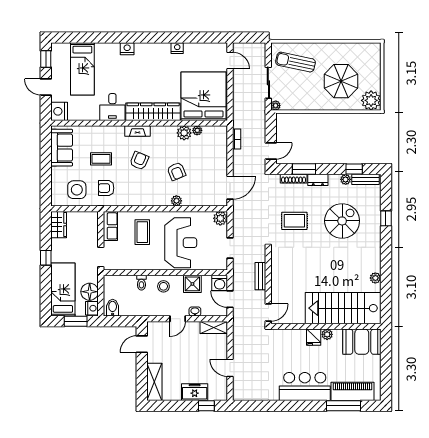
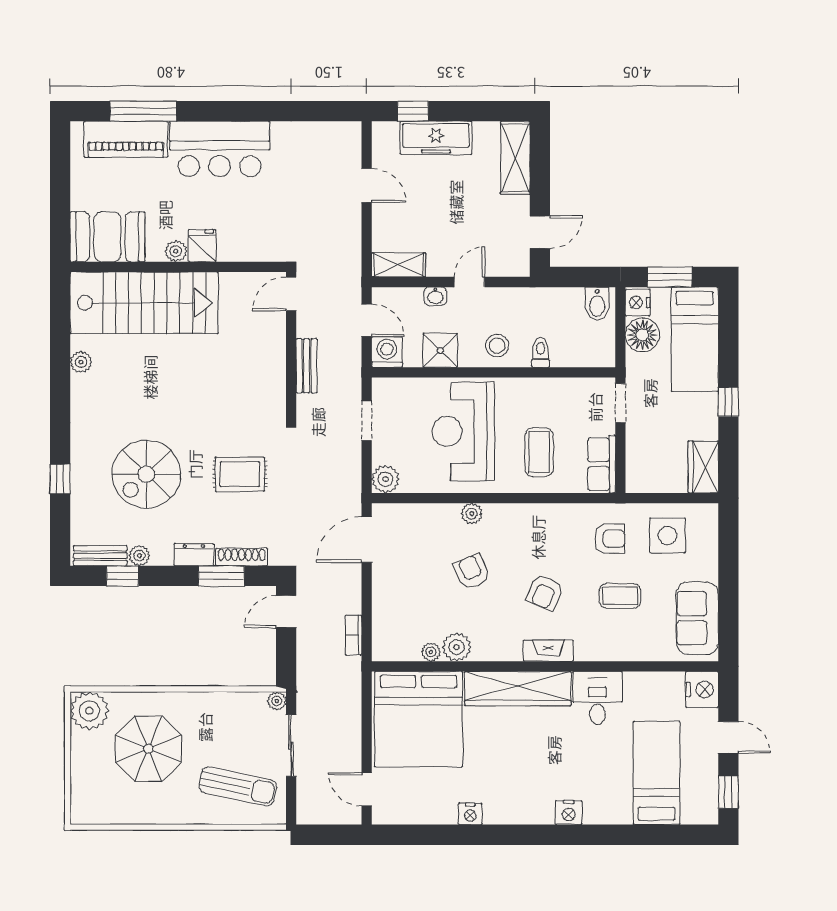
freezer: (195, 392) -> (436, 138), width x1.40

